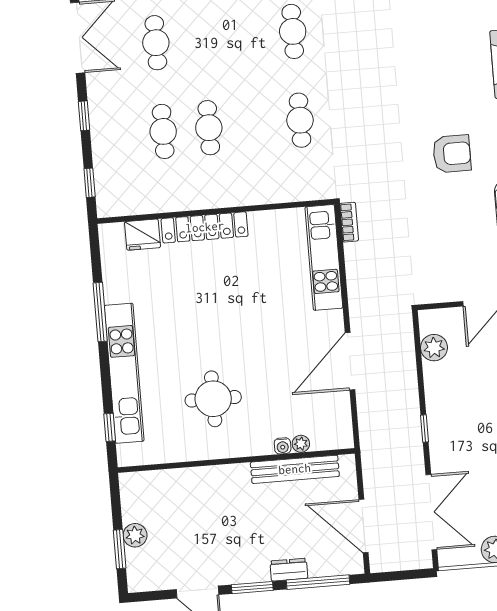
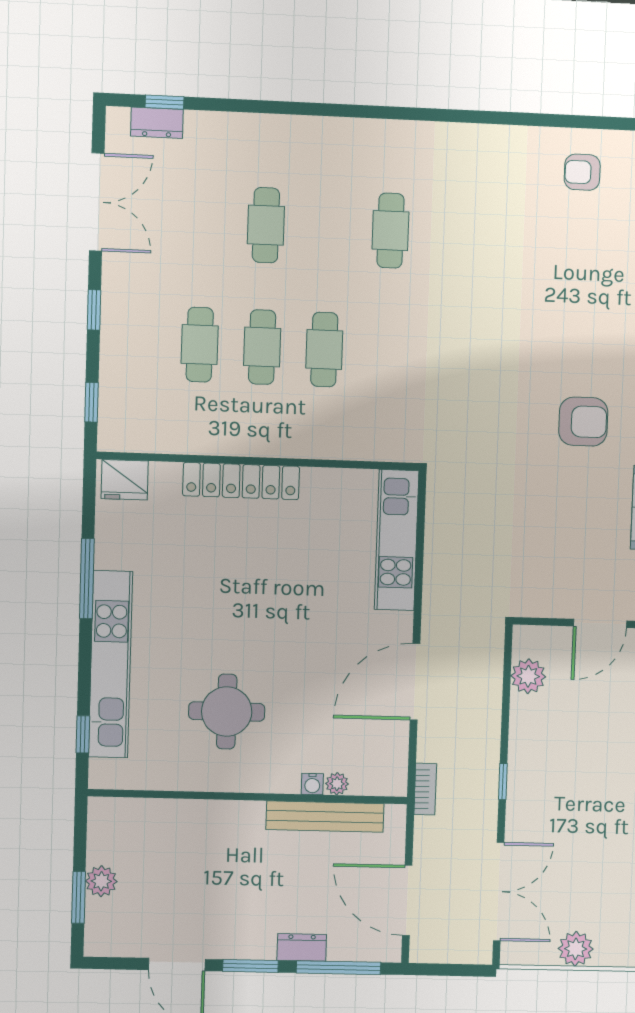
cafe table: (156, 43) -> (266, 225), moved
cafe table: (300, 120) -> (324, 350), moved
bookcase: (349, 222) -> (425, 789), moved
fridge: (143, 235) -> (125, 480), moved

